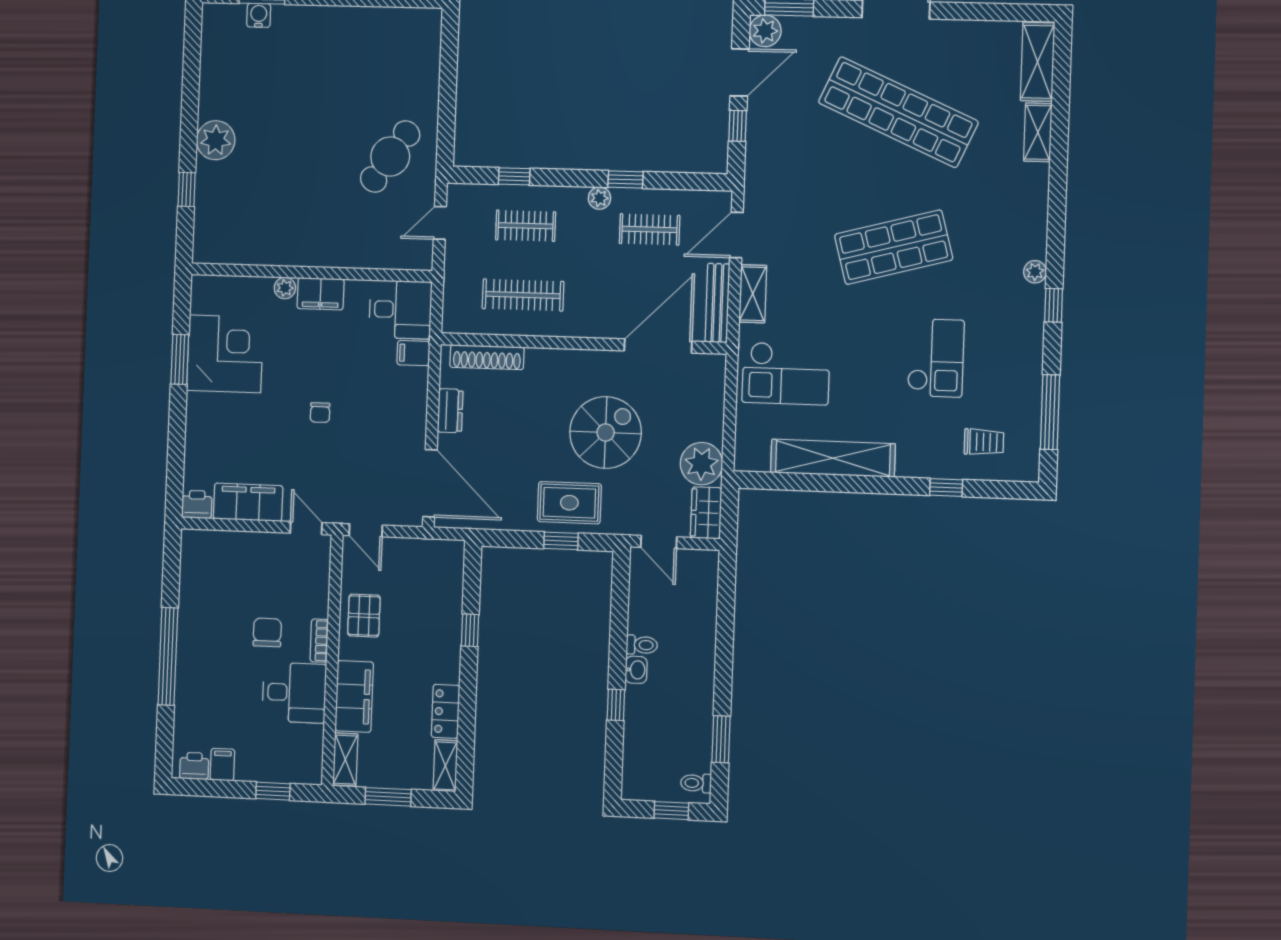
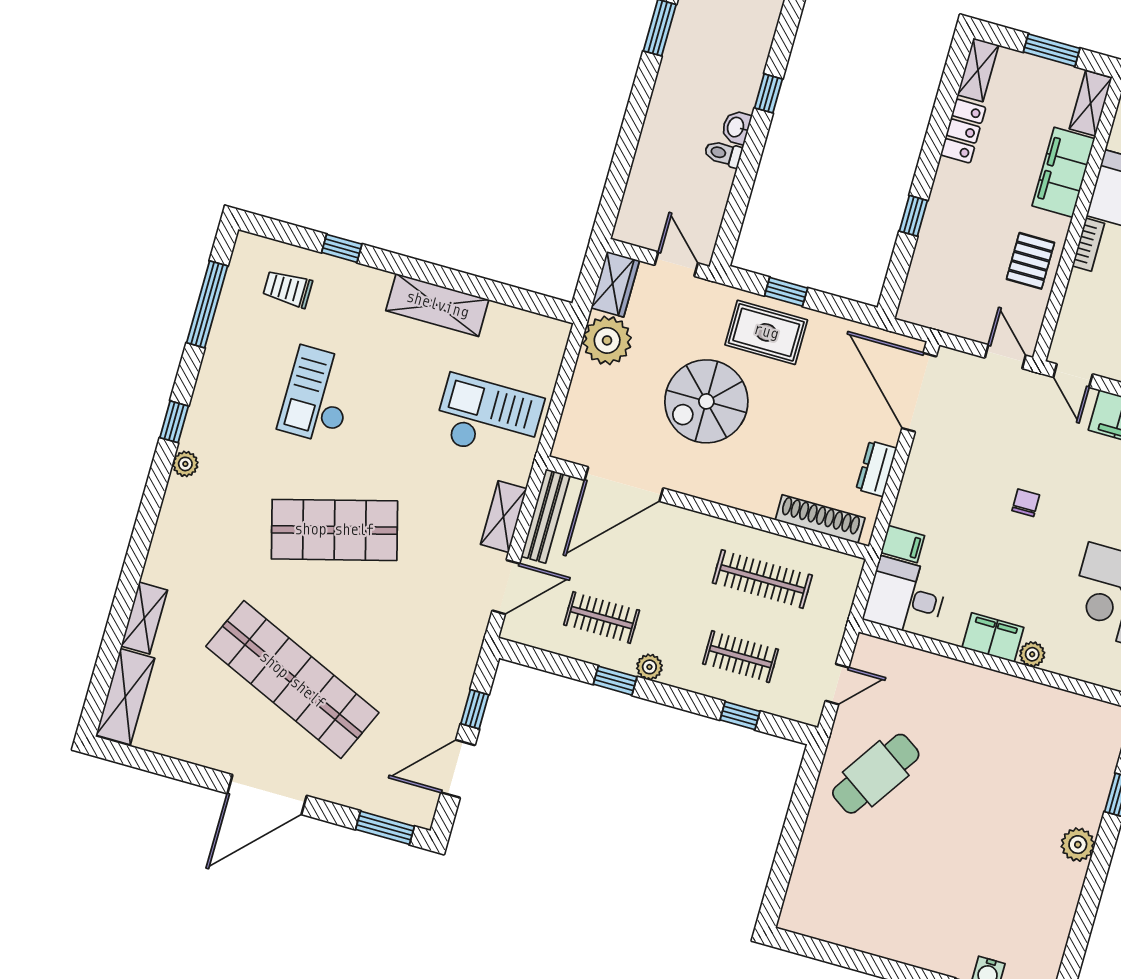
plant: (765, 31) -> (418, 808), removed
plant: (216, 140) -> (1078, 845), width x0.73, depth x0.73
shelving: (833, 458) -> (437, 305), width x0.68

